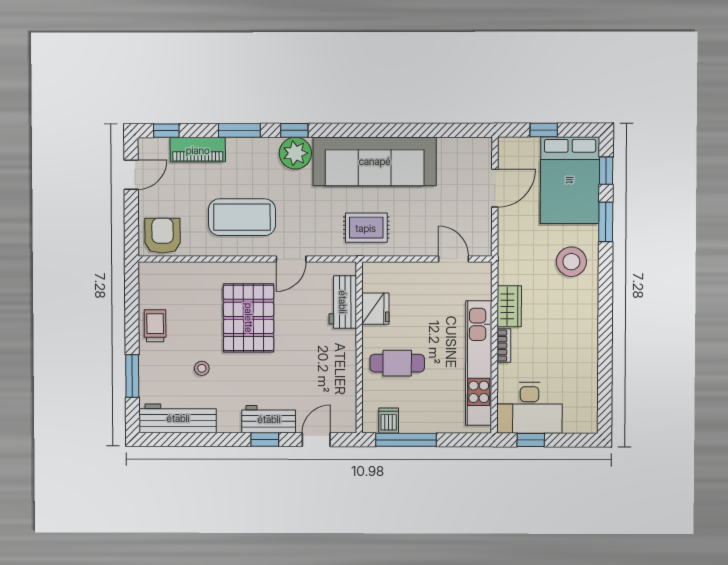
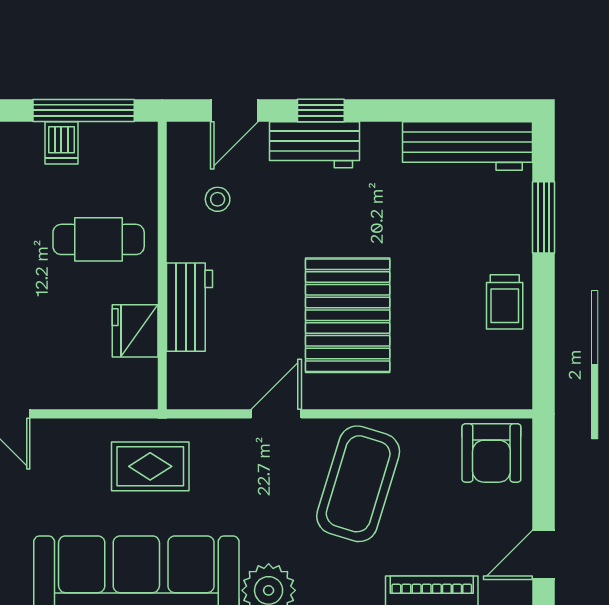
coffee table: (242, 217) -> (358, 484), turned -73
workbench: (343, 302) -> (190, 307), moved
stool: (202, 368) -> (218, 199), moved
dishwasher: (389, 421) -> (61, 143), moved

